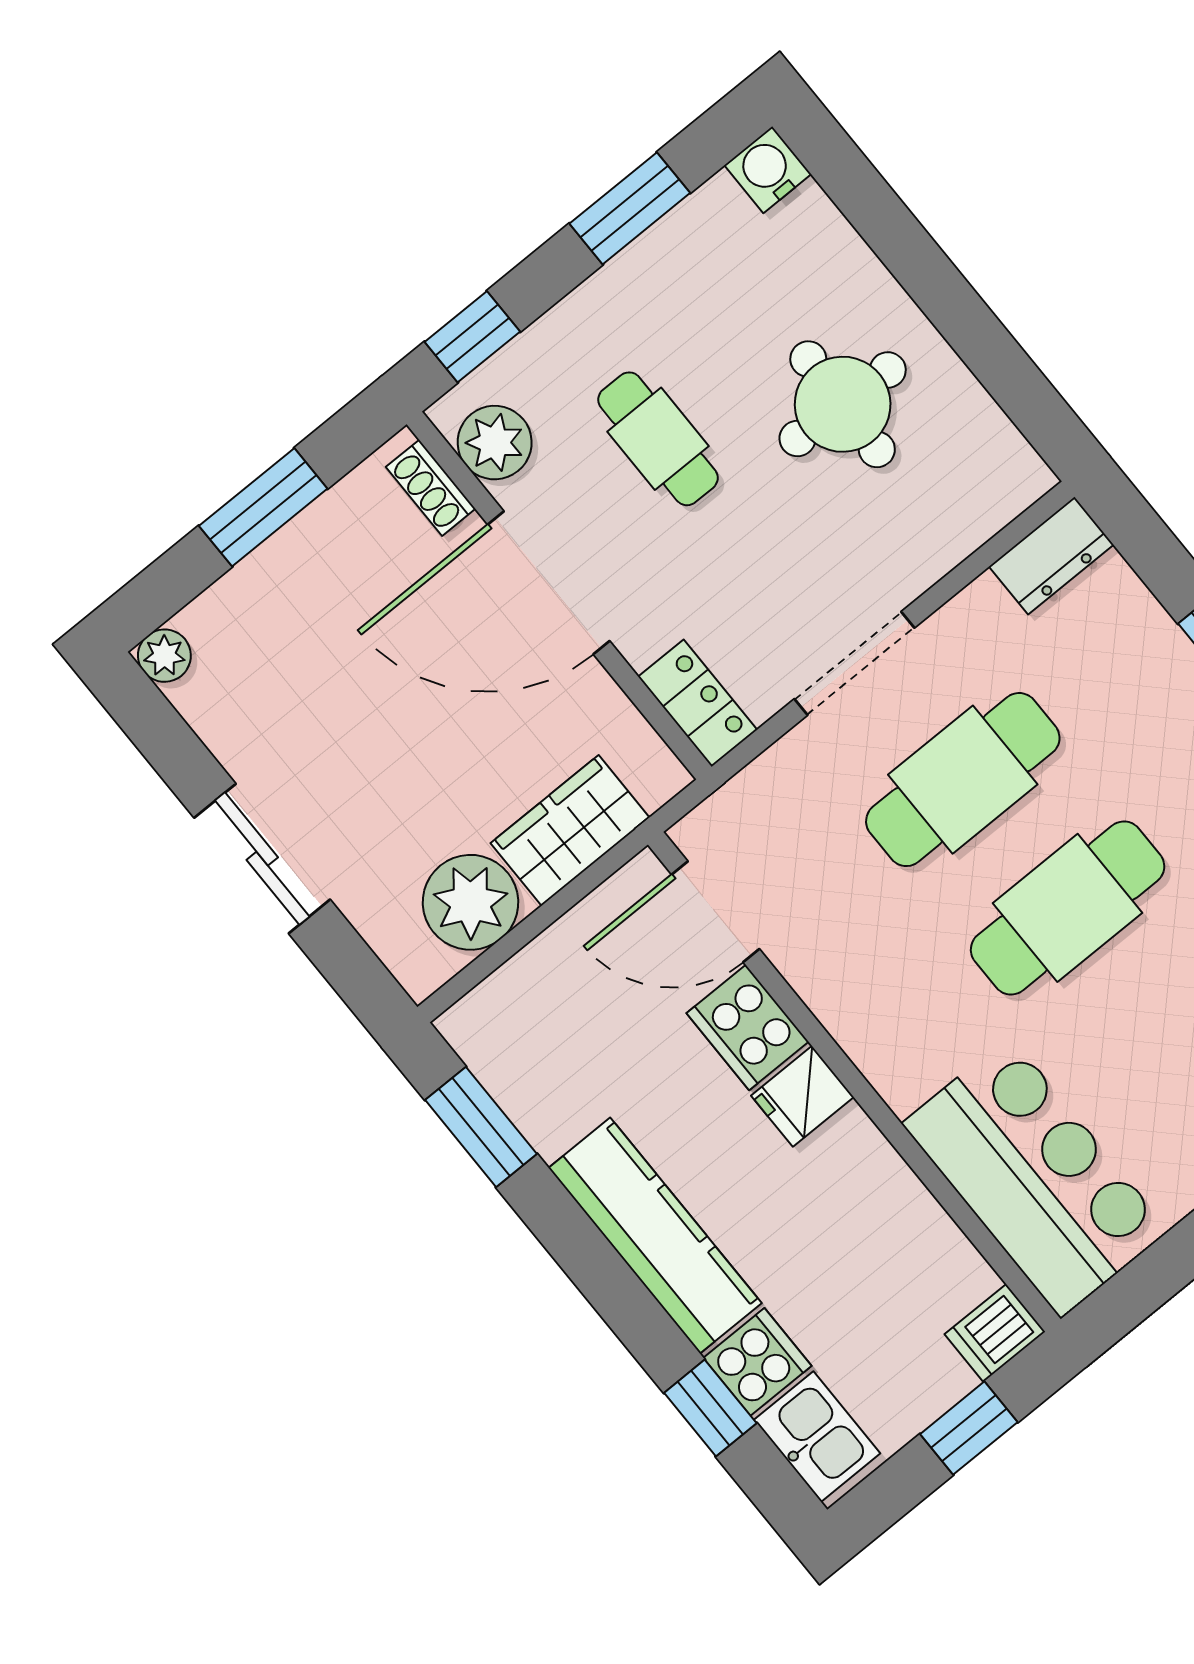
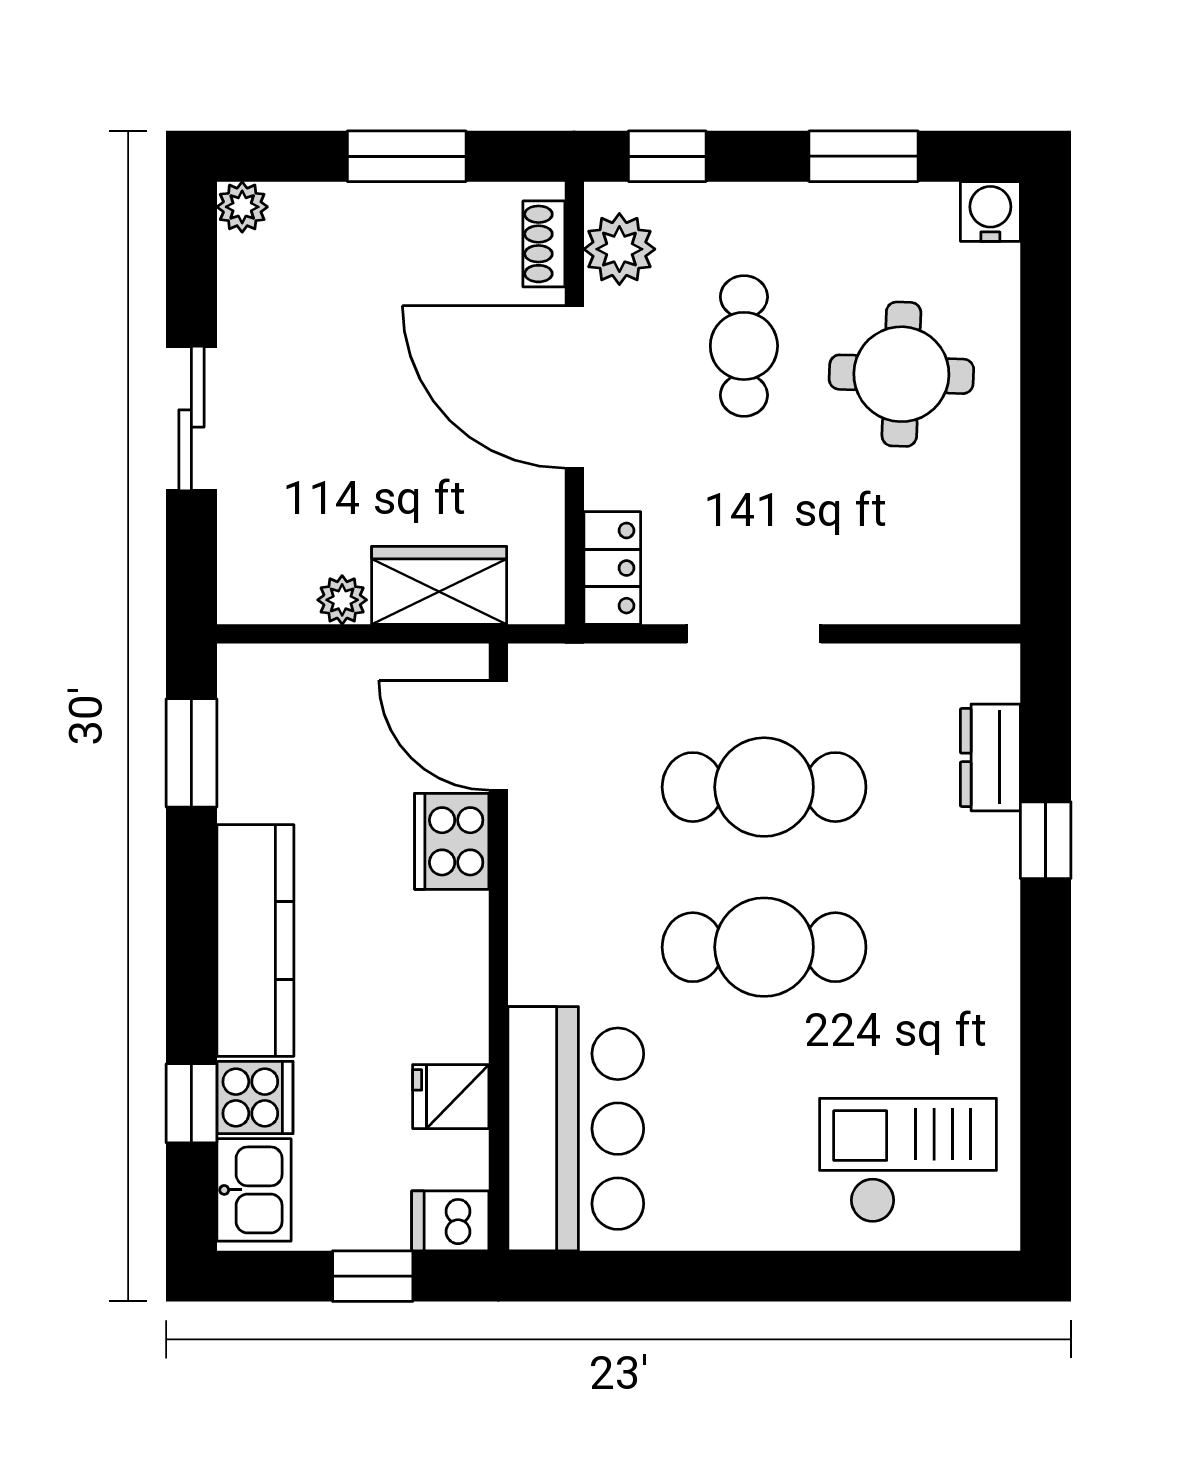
round table: (843, 404) -> (901, 374), moved
dresser: (1051, 556) -> (990, 757), moved, turned 90
plant: (470, 902) -> (342, 600), width x0.53, depth x0.53
fridge: (802, 1096) -> (451, 1097), moved

